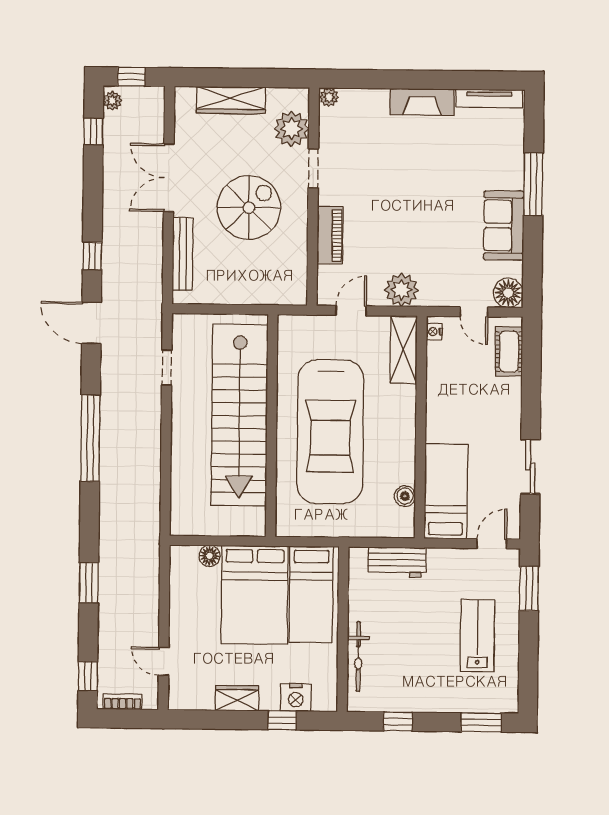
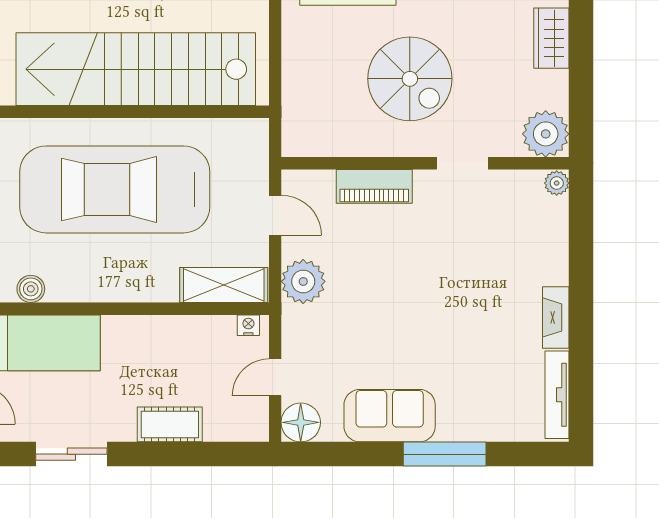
wardrobe: (231, 100) -> (551, 38), width x0.67
fireplace: (422, 102) -> (556, 317), width x0.73, depth x0.76
plant: (291, 129) -> (546, 134), moved
cot: (509, 352) -> (170, 424), moved

